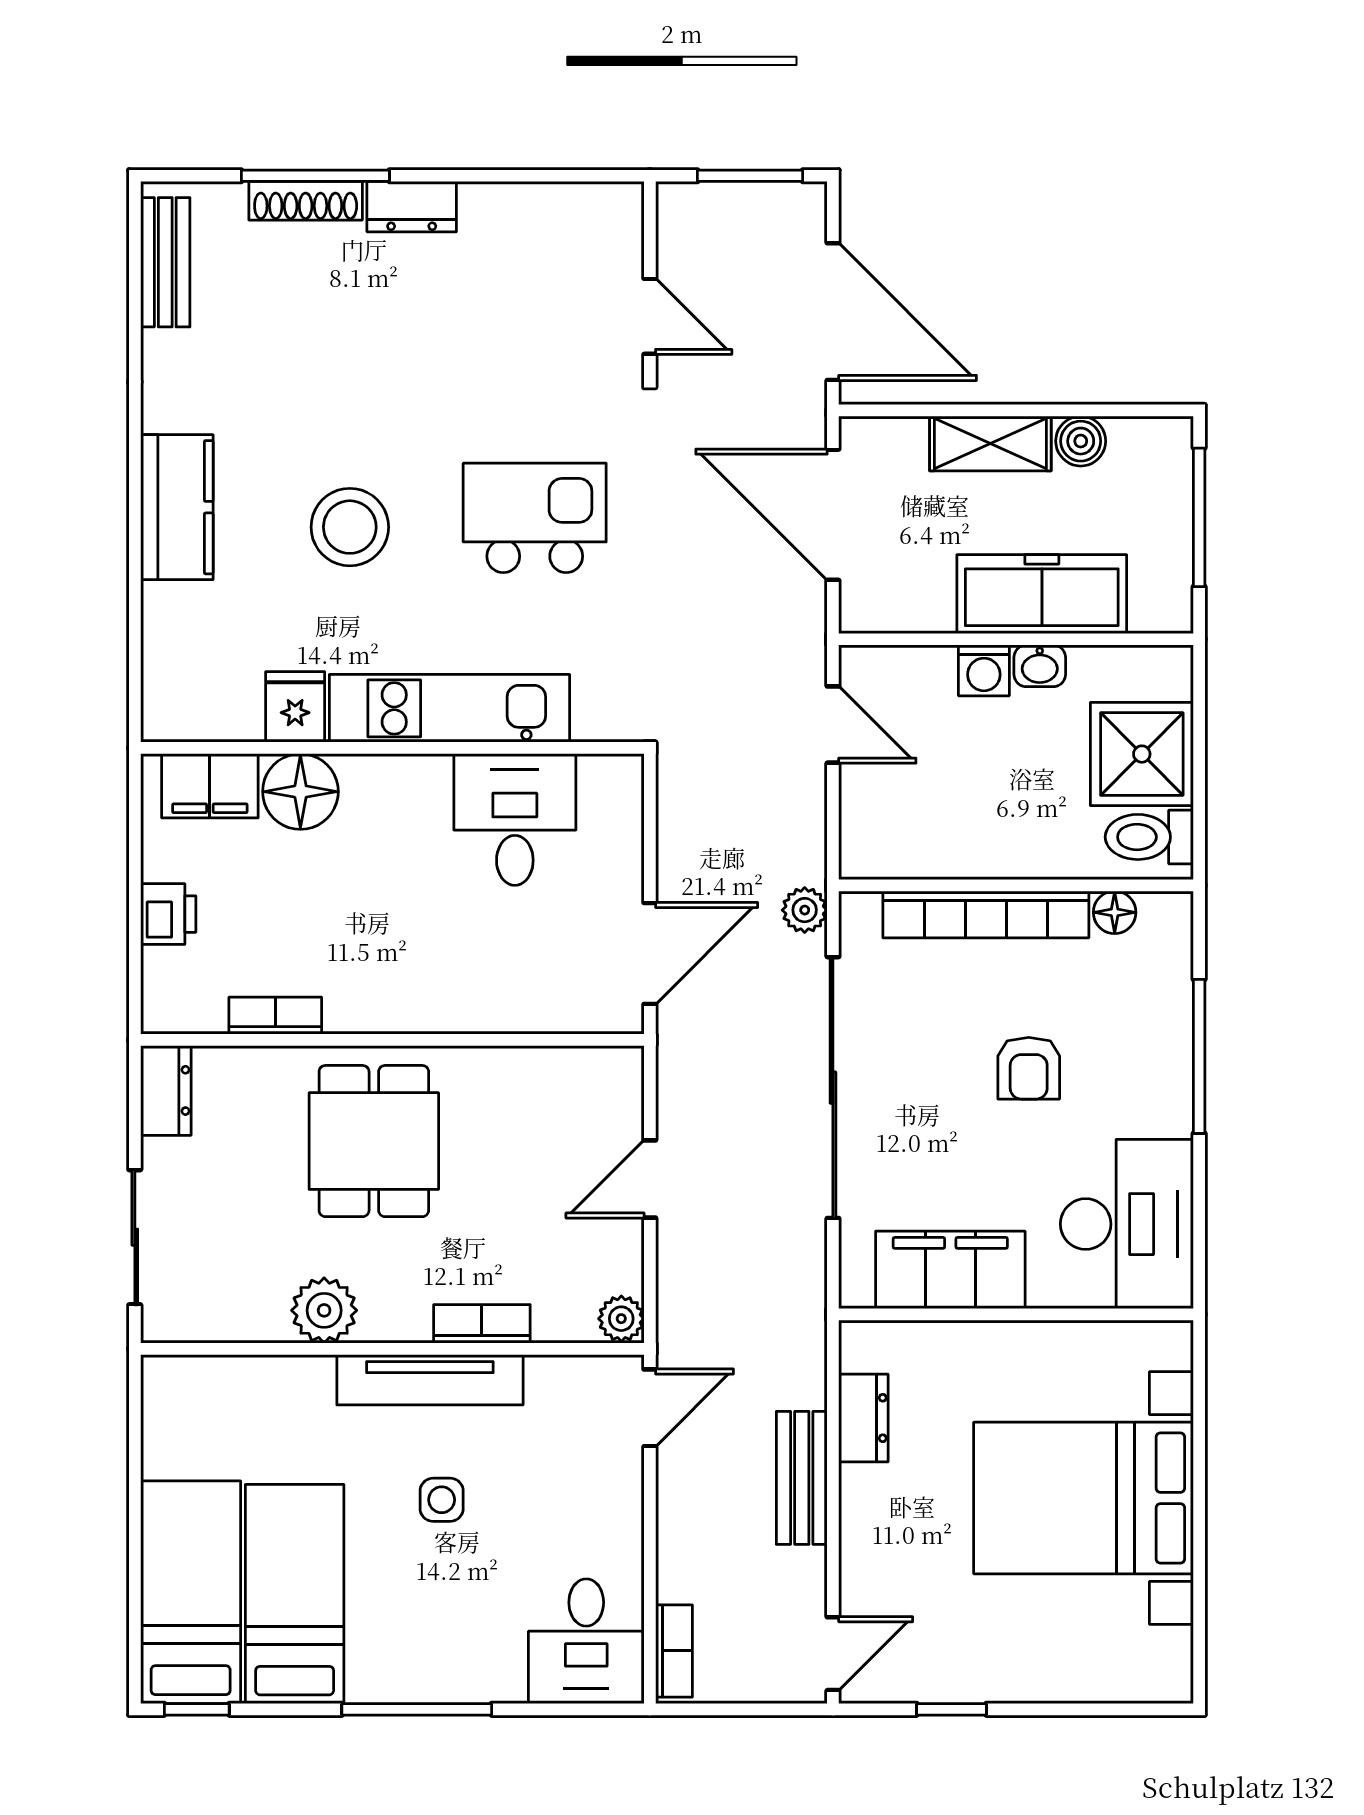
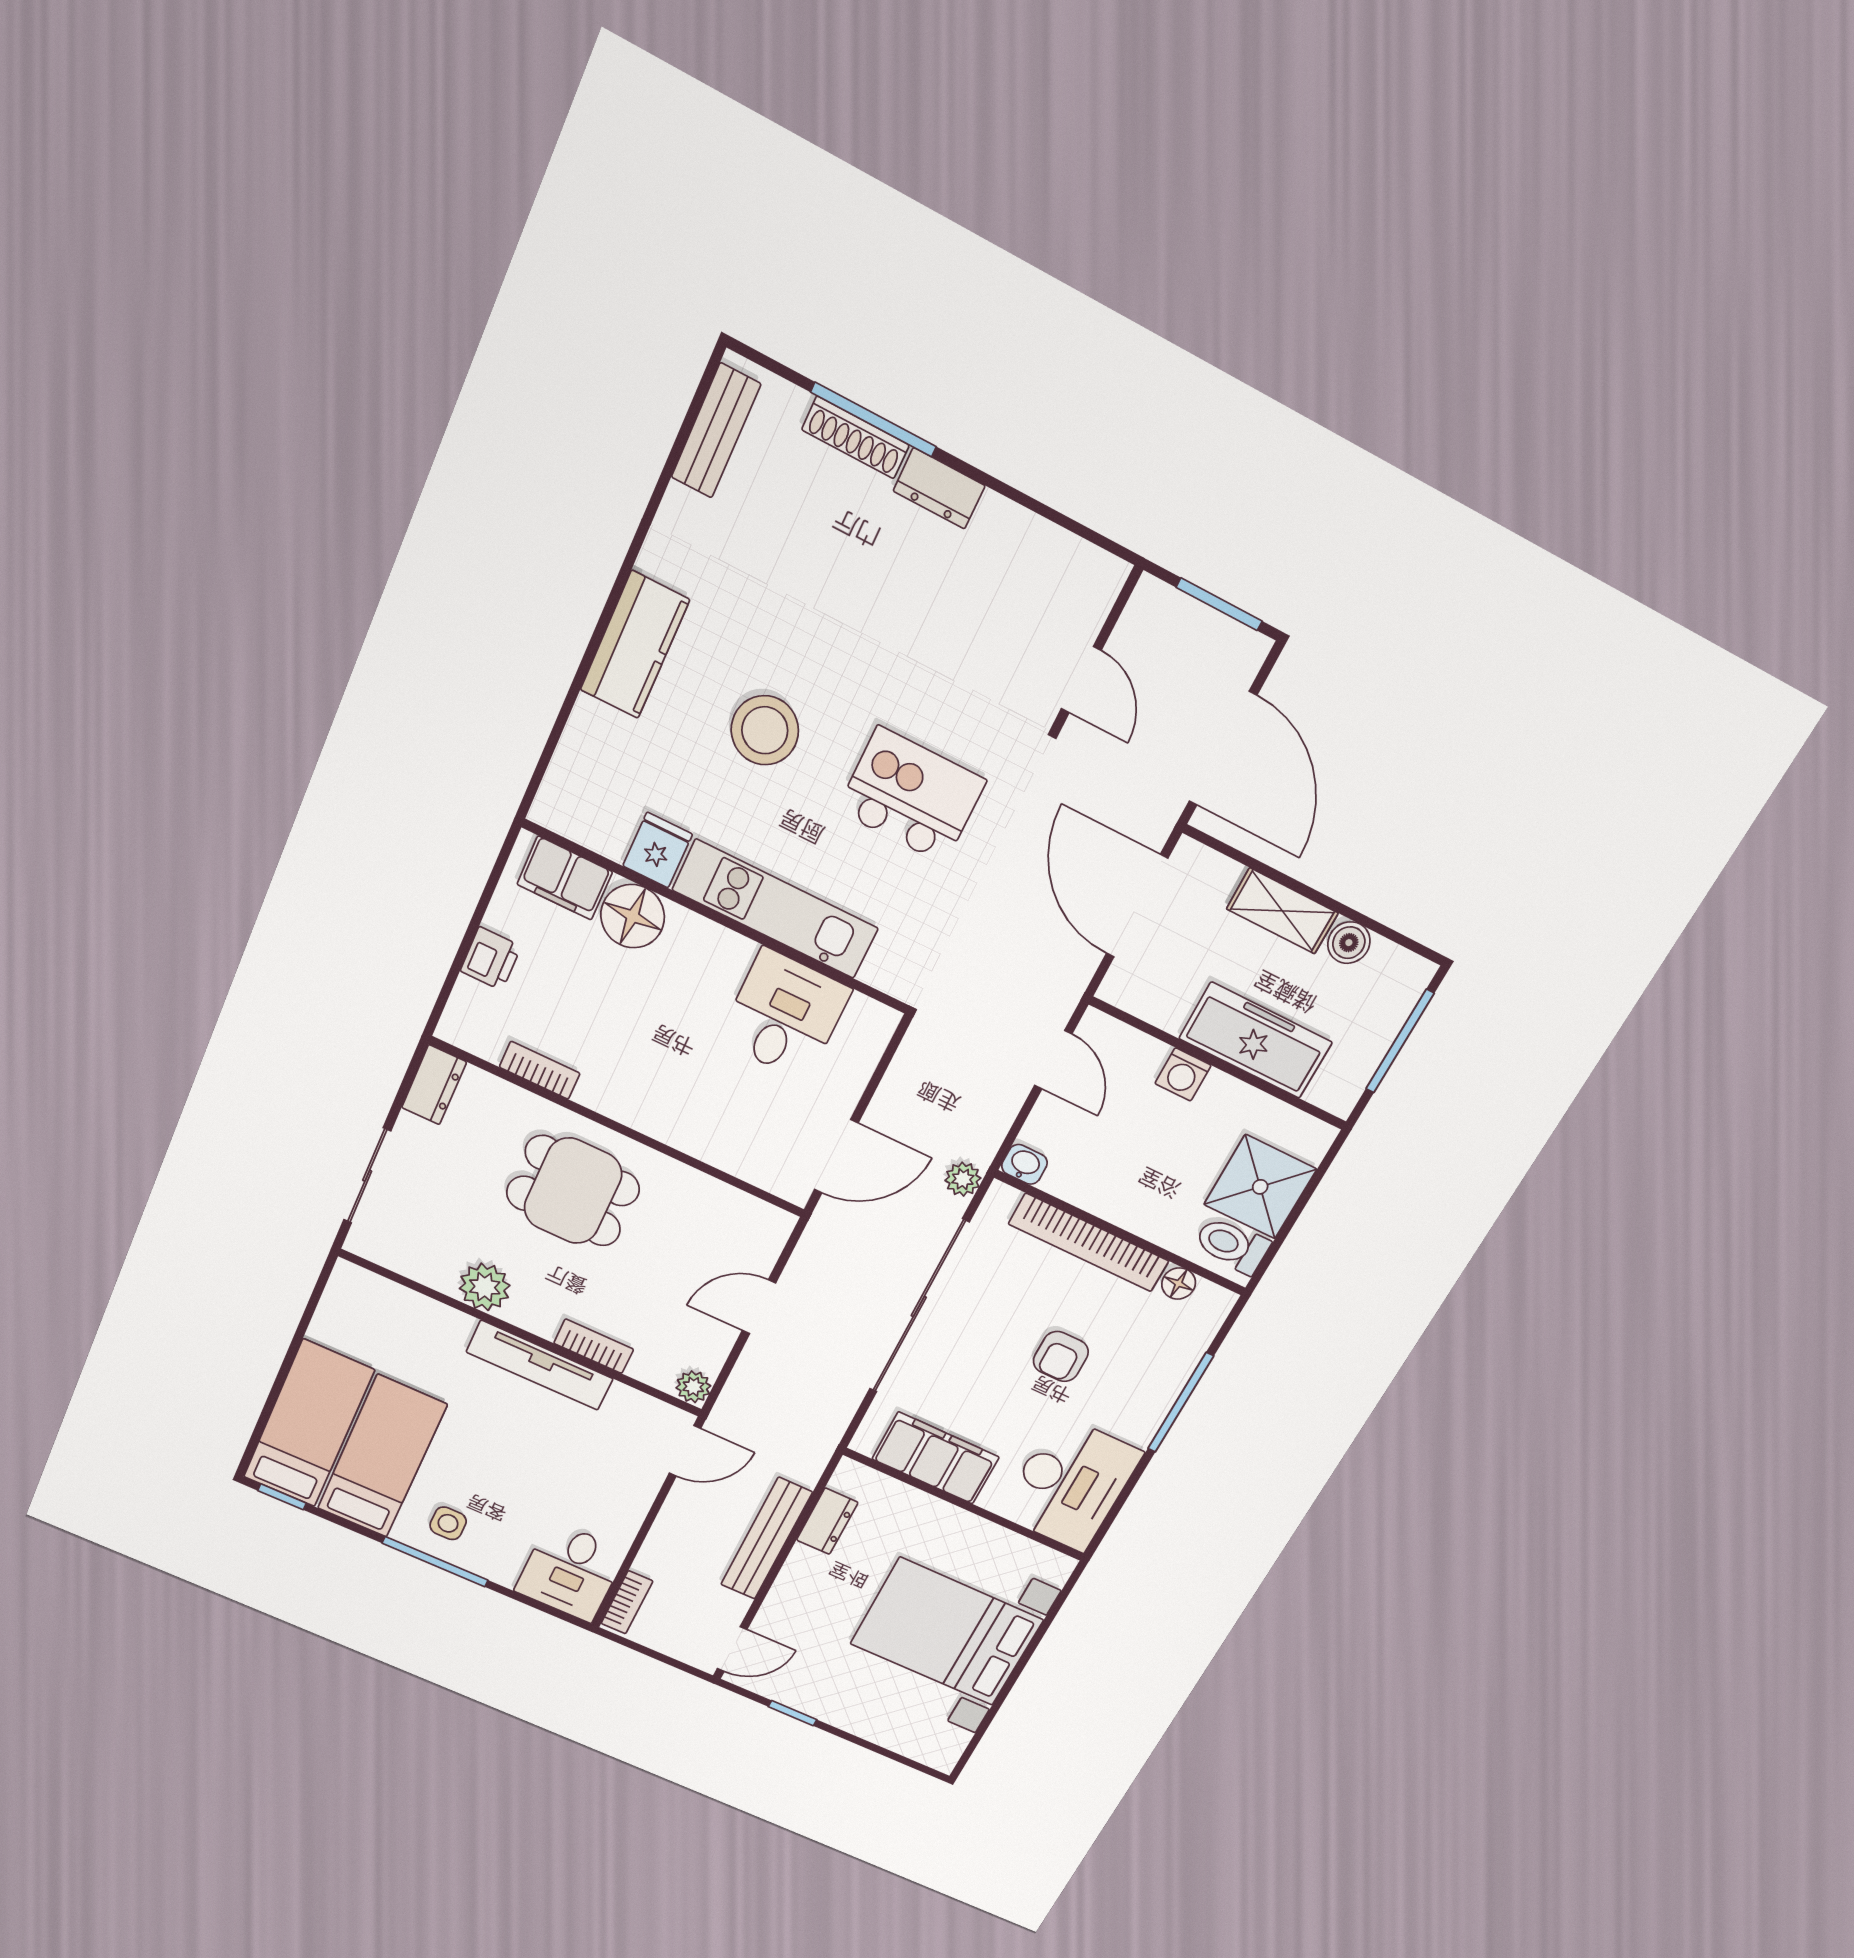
washbasin: (1040, 666) -> (1024, 1164), moved, turned 180
dining table: (374, 1141) -> (573, 1191), turned 90
bench: (802, 1478) -> (766, 1539), width x1.36
side table: (442, 1500) -> (448, 1523), moved

